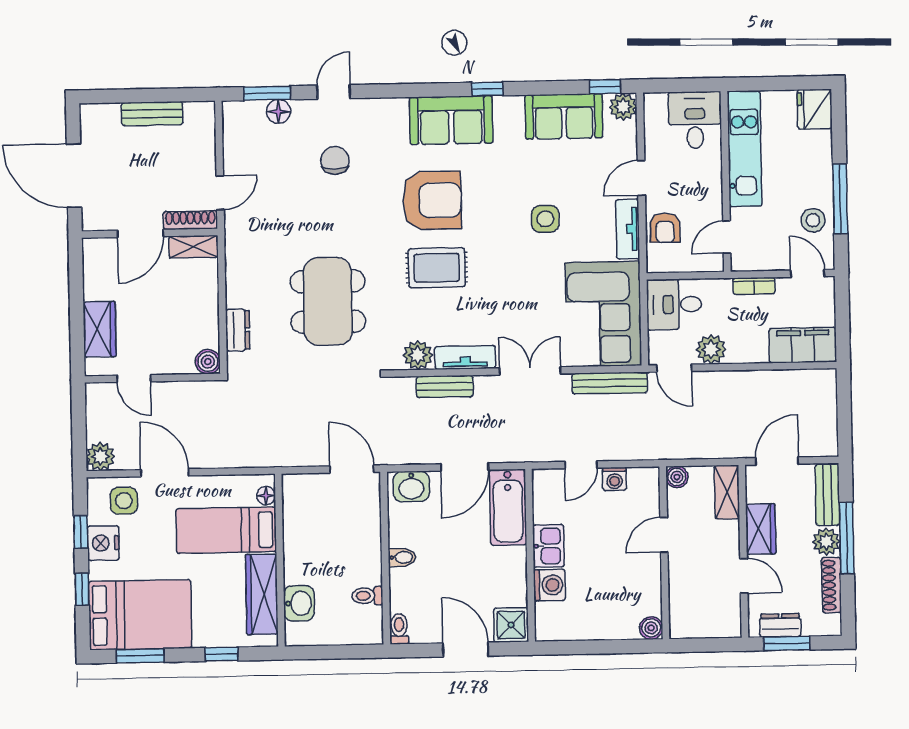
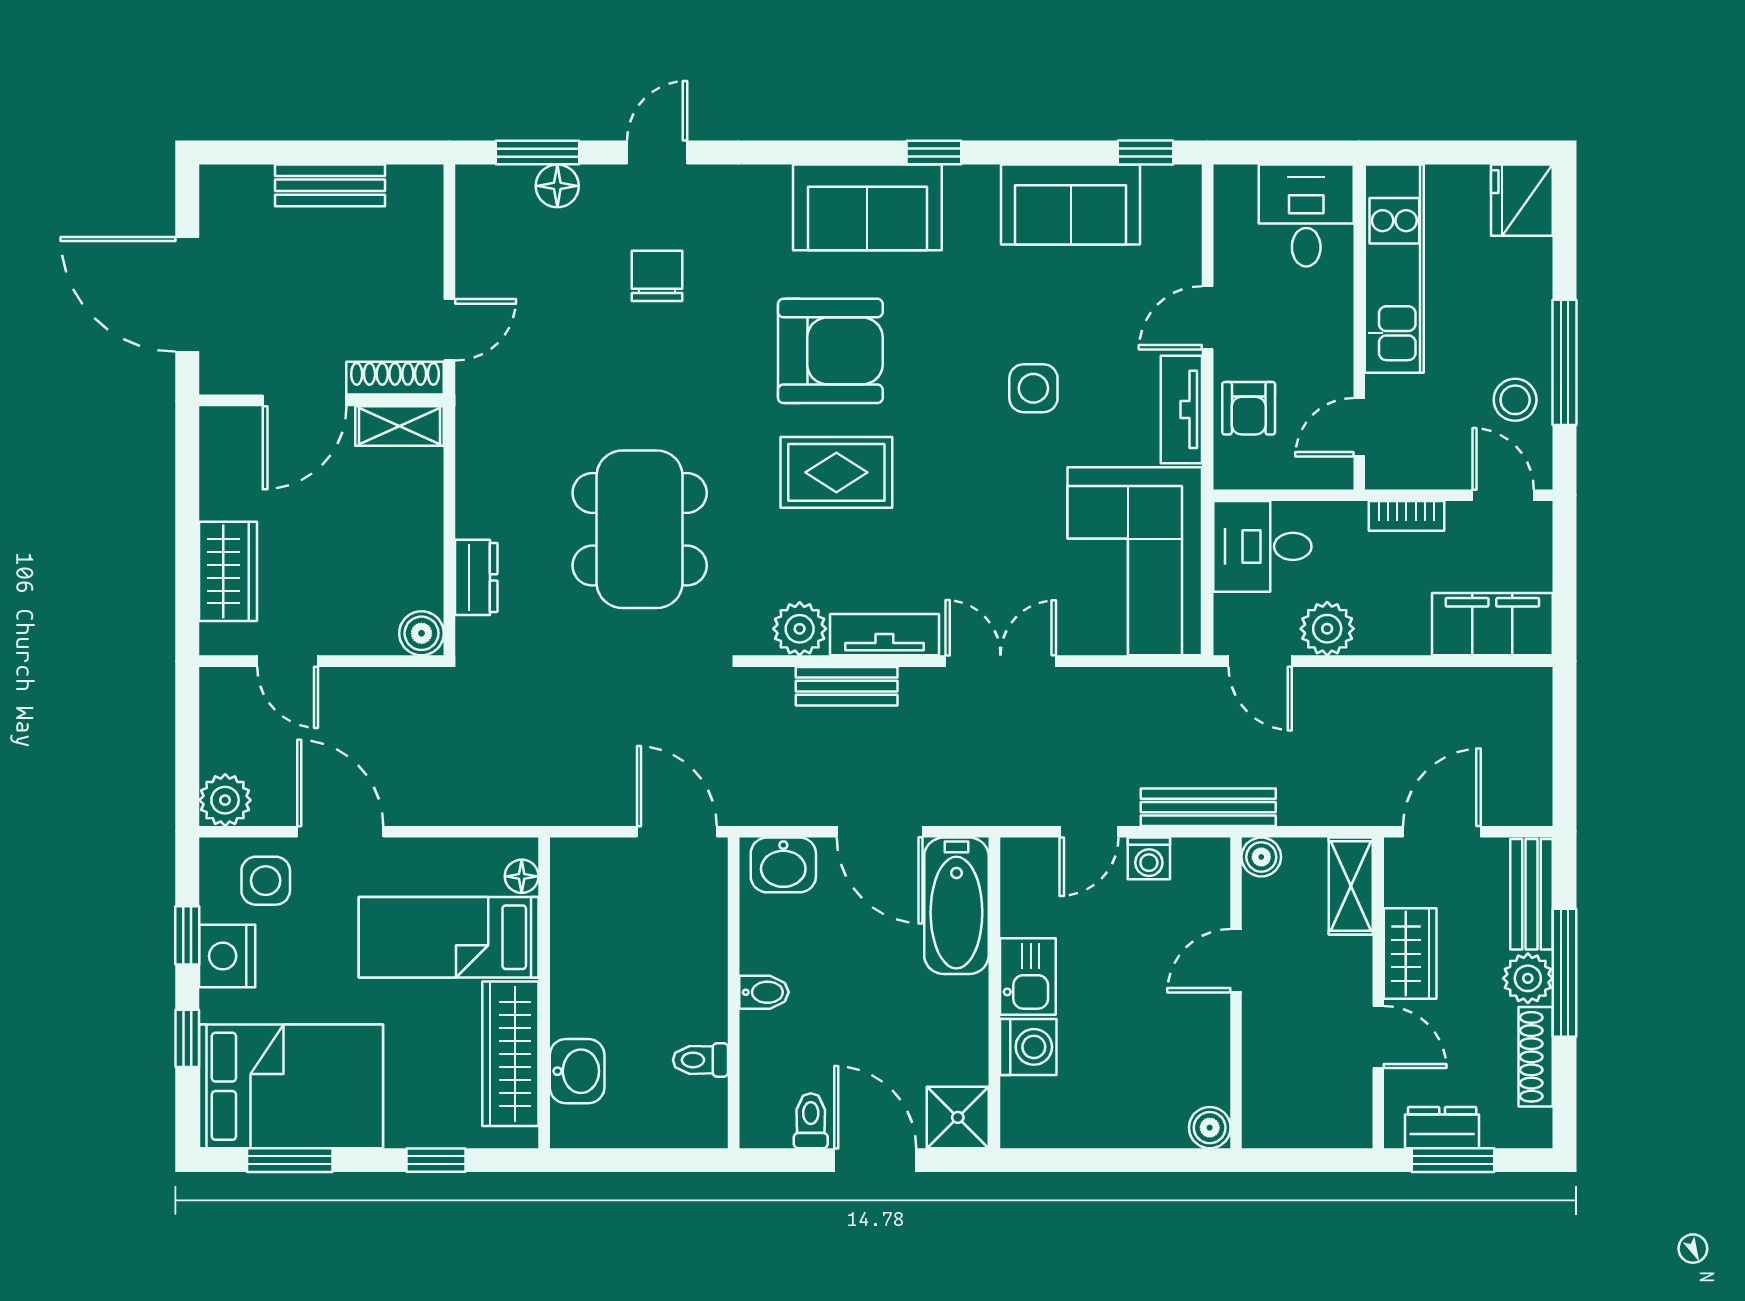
plant: (623, 107) -> (1177, 189), removed
bench: (610, 383) -> (1208, 807), moved
door: (465, 467) -> (880, 832), hinge flipped
toilet: (399, 629) -> (811, 1121), moved

